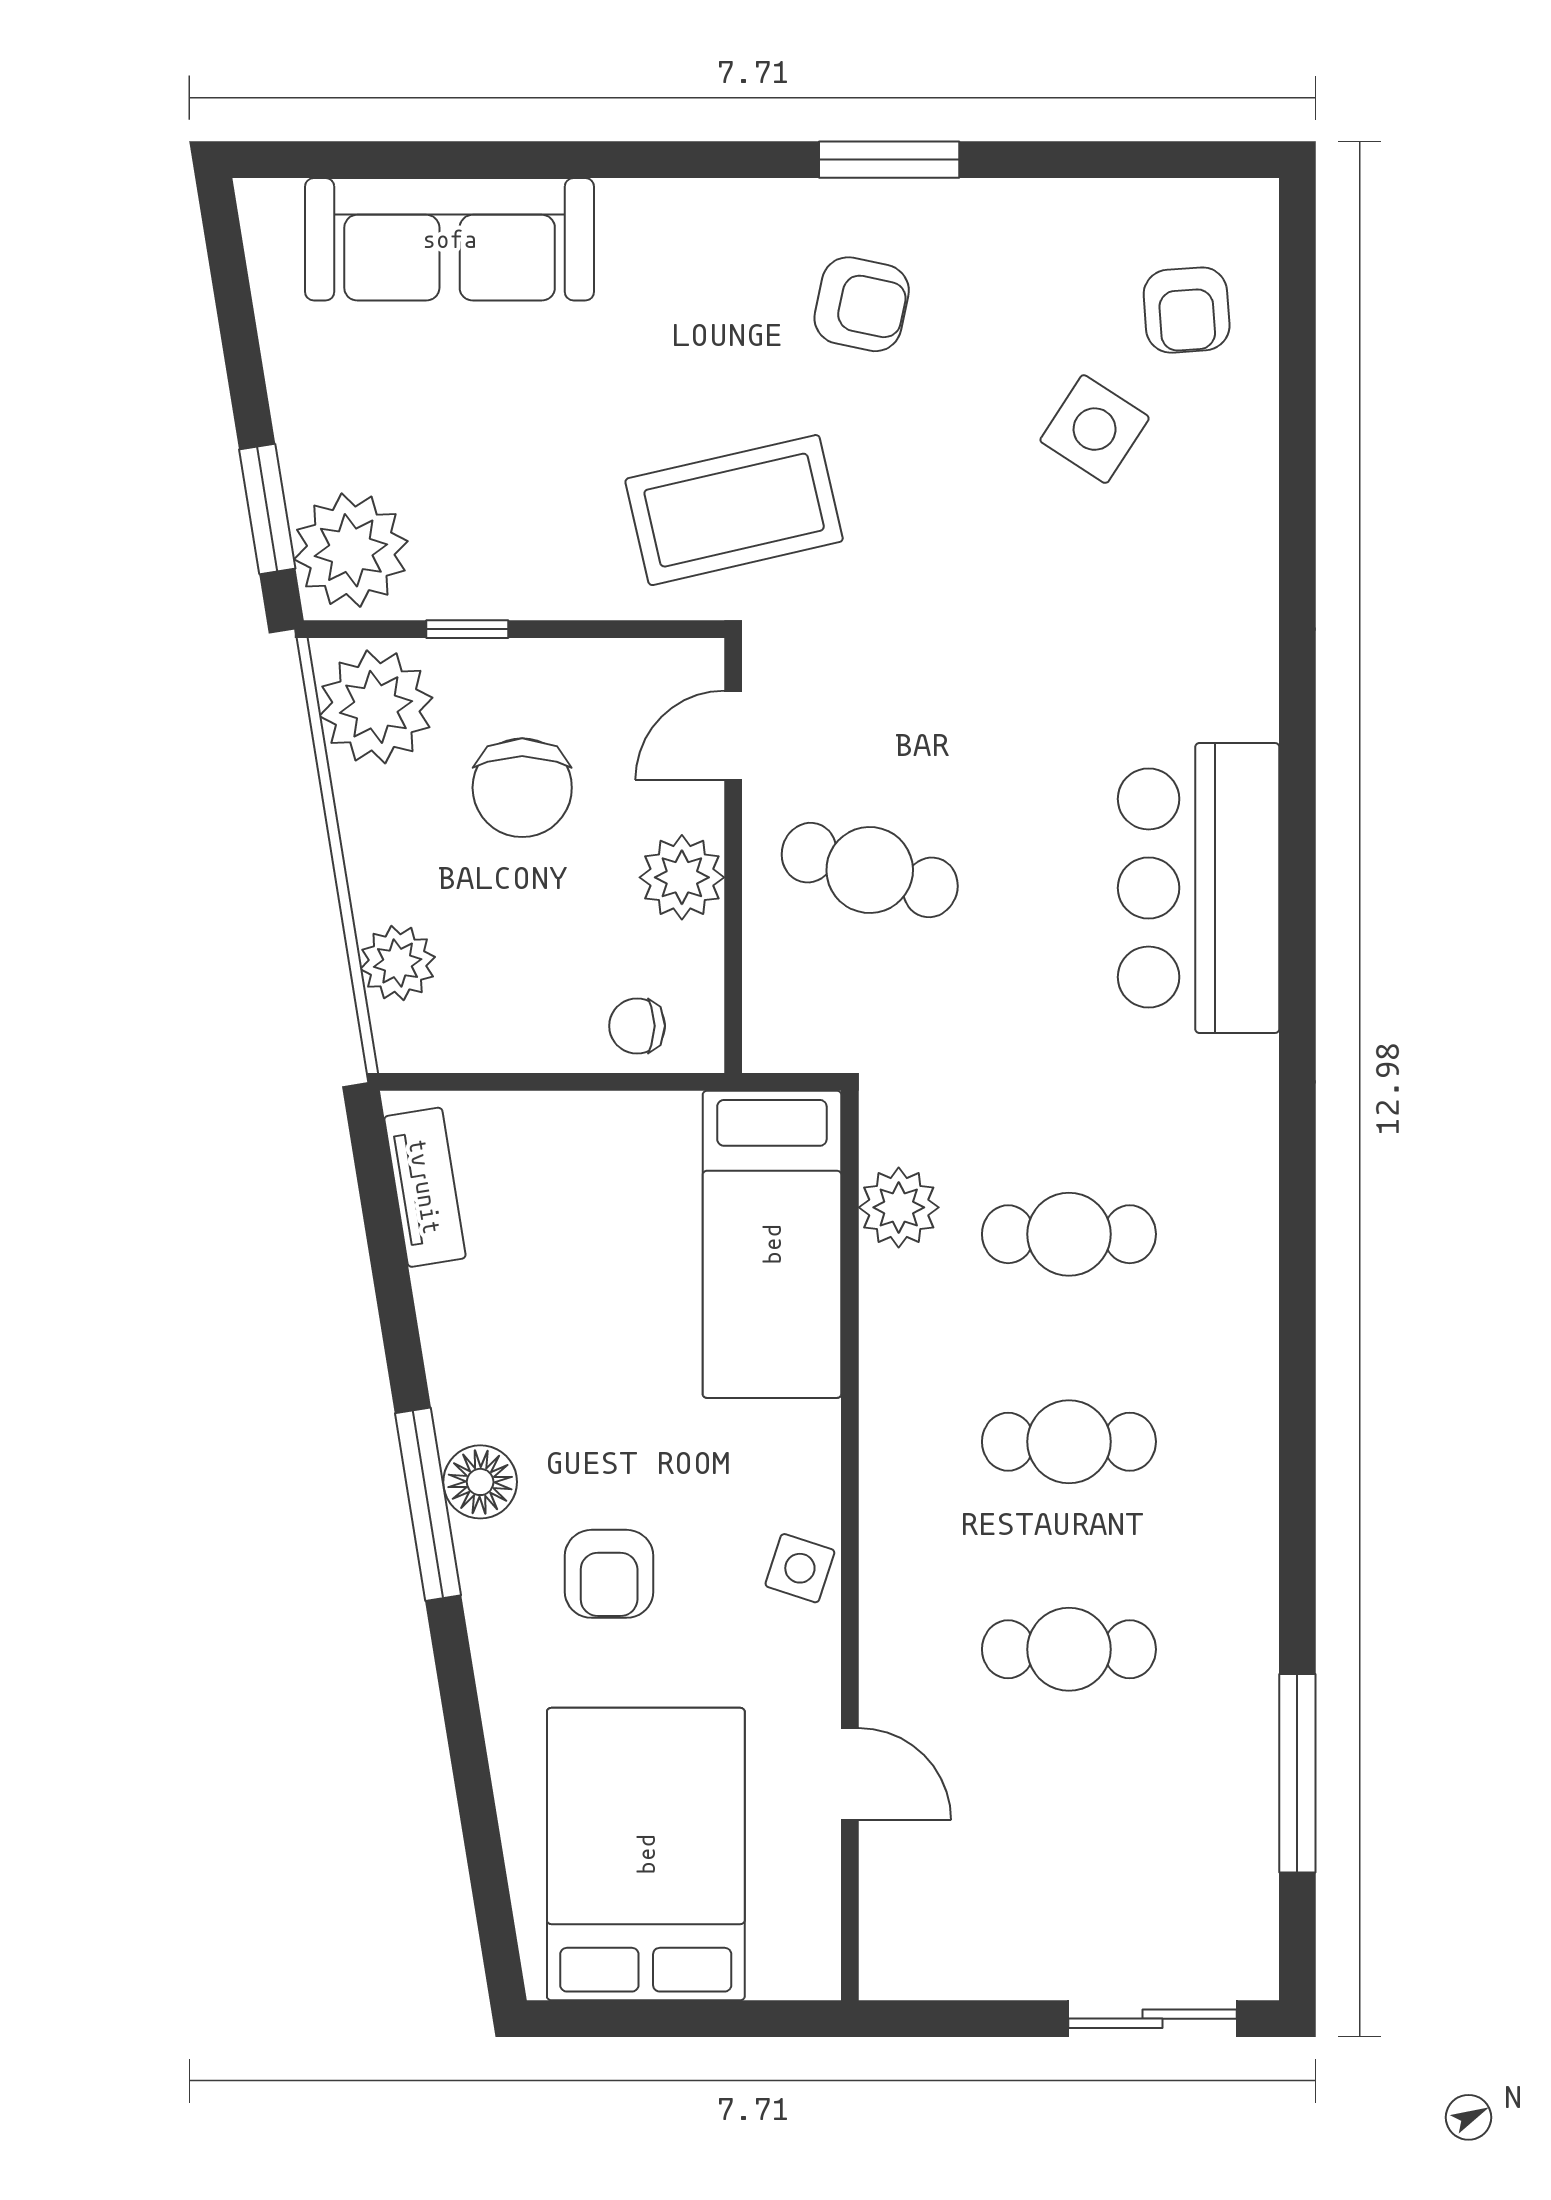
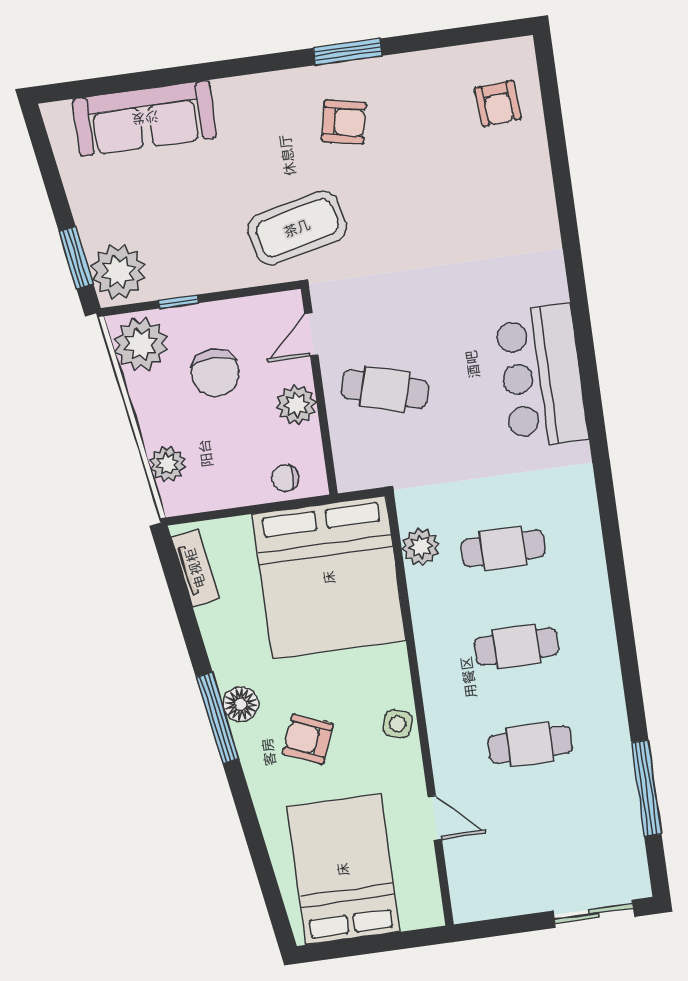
side table: (1095, 429) -> (462, 166), removed
bed: (772, 1244) -> (329, 577), width x2.04
armchair: (609, 1574) -> (308, 739), turned 112

